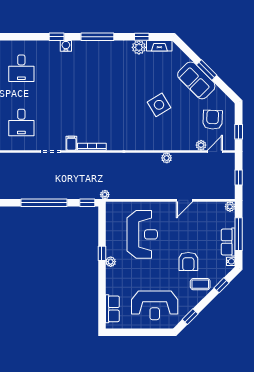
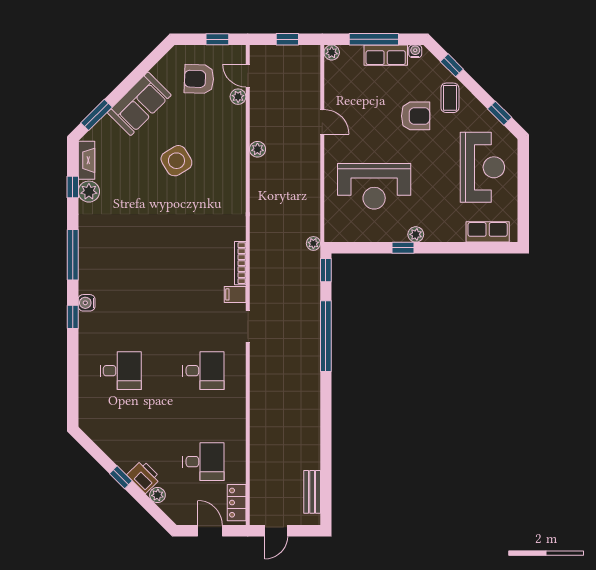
window: (207, 70) -> (97, 115), moved
reception desk: (142, 234) -> (374, 186), turned 180

